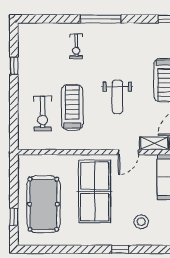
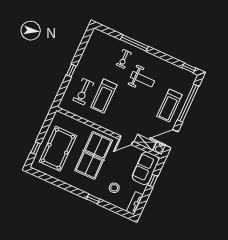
window: (100, 19) -> (134, 43), moved
window: (14, 66) -> (71, 70), moved
weight bench: (117, 97) -> (142, 79), moved, turned -90
treadmill: (72, 107) -> (104, 96), turned 180

